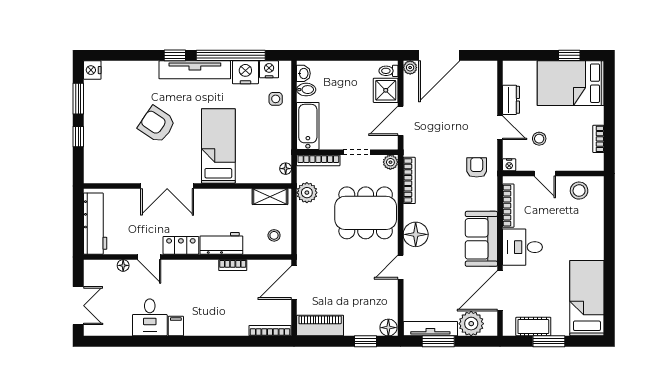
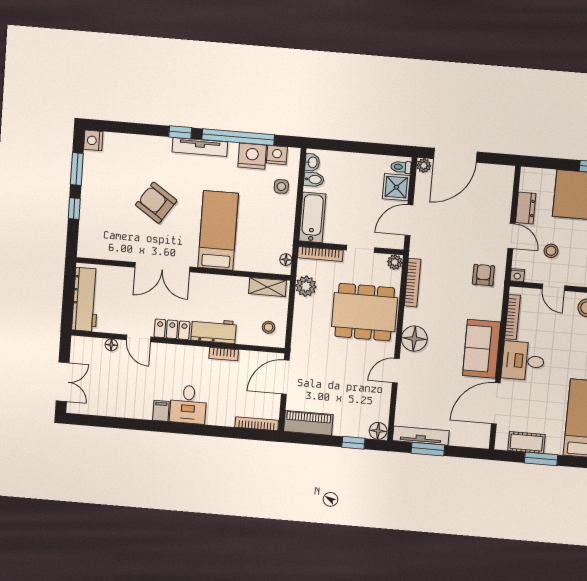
tv unit: (195, 70) -> (200, 147), width x0.73, depth x0.78
desk: (150, 317) -> (188, 404), moved
plant: (471, 324) -> (463, 434), removed

